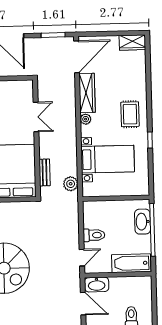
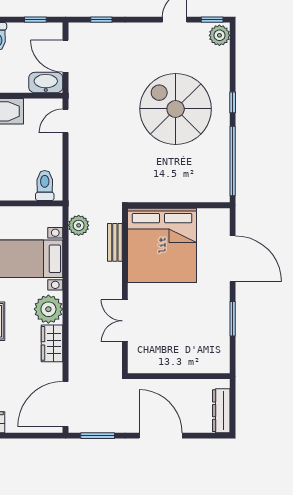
wardrobe: (87, 93) -> (52, 343), width x0.67
plant: (86, 119) -> (48, 309), width x1.88, depth x1.88
toilet: (94, 235) -> (45, 186), moved, turned 90

